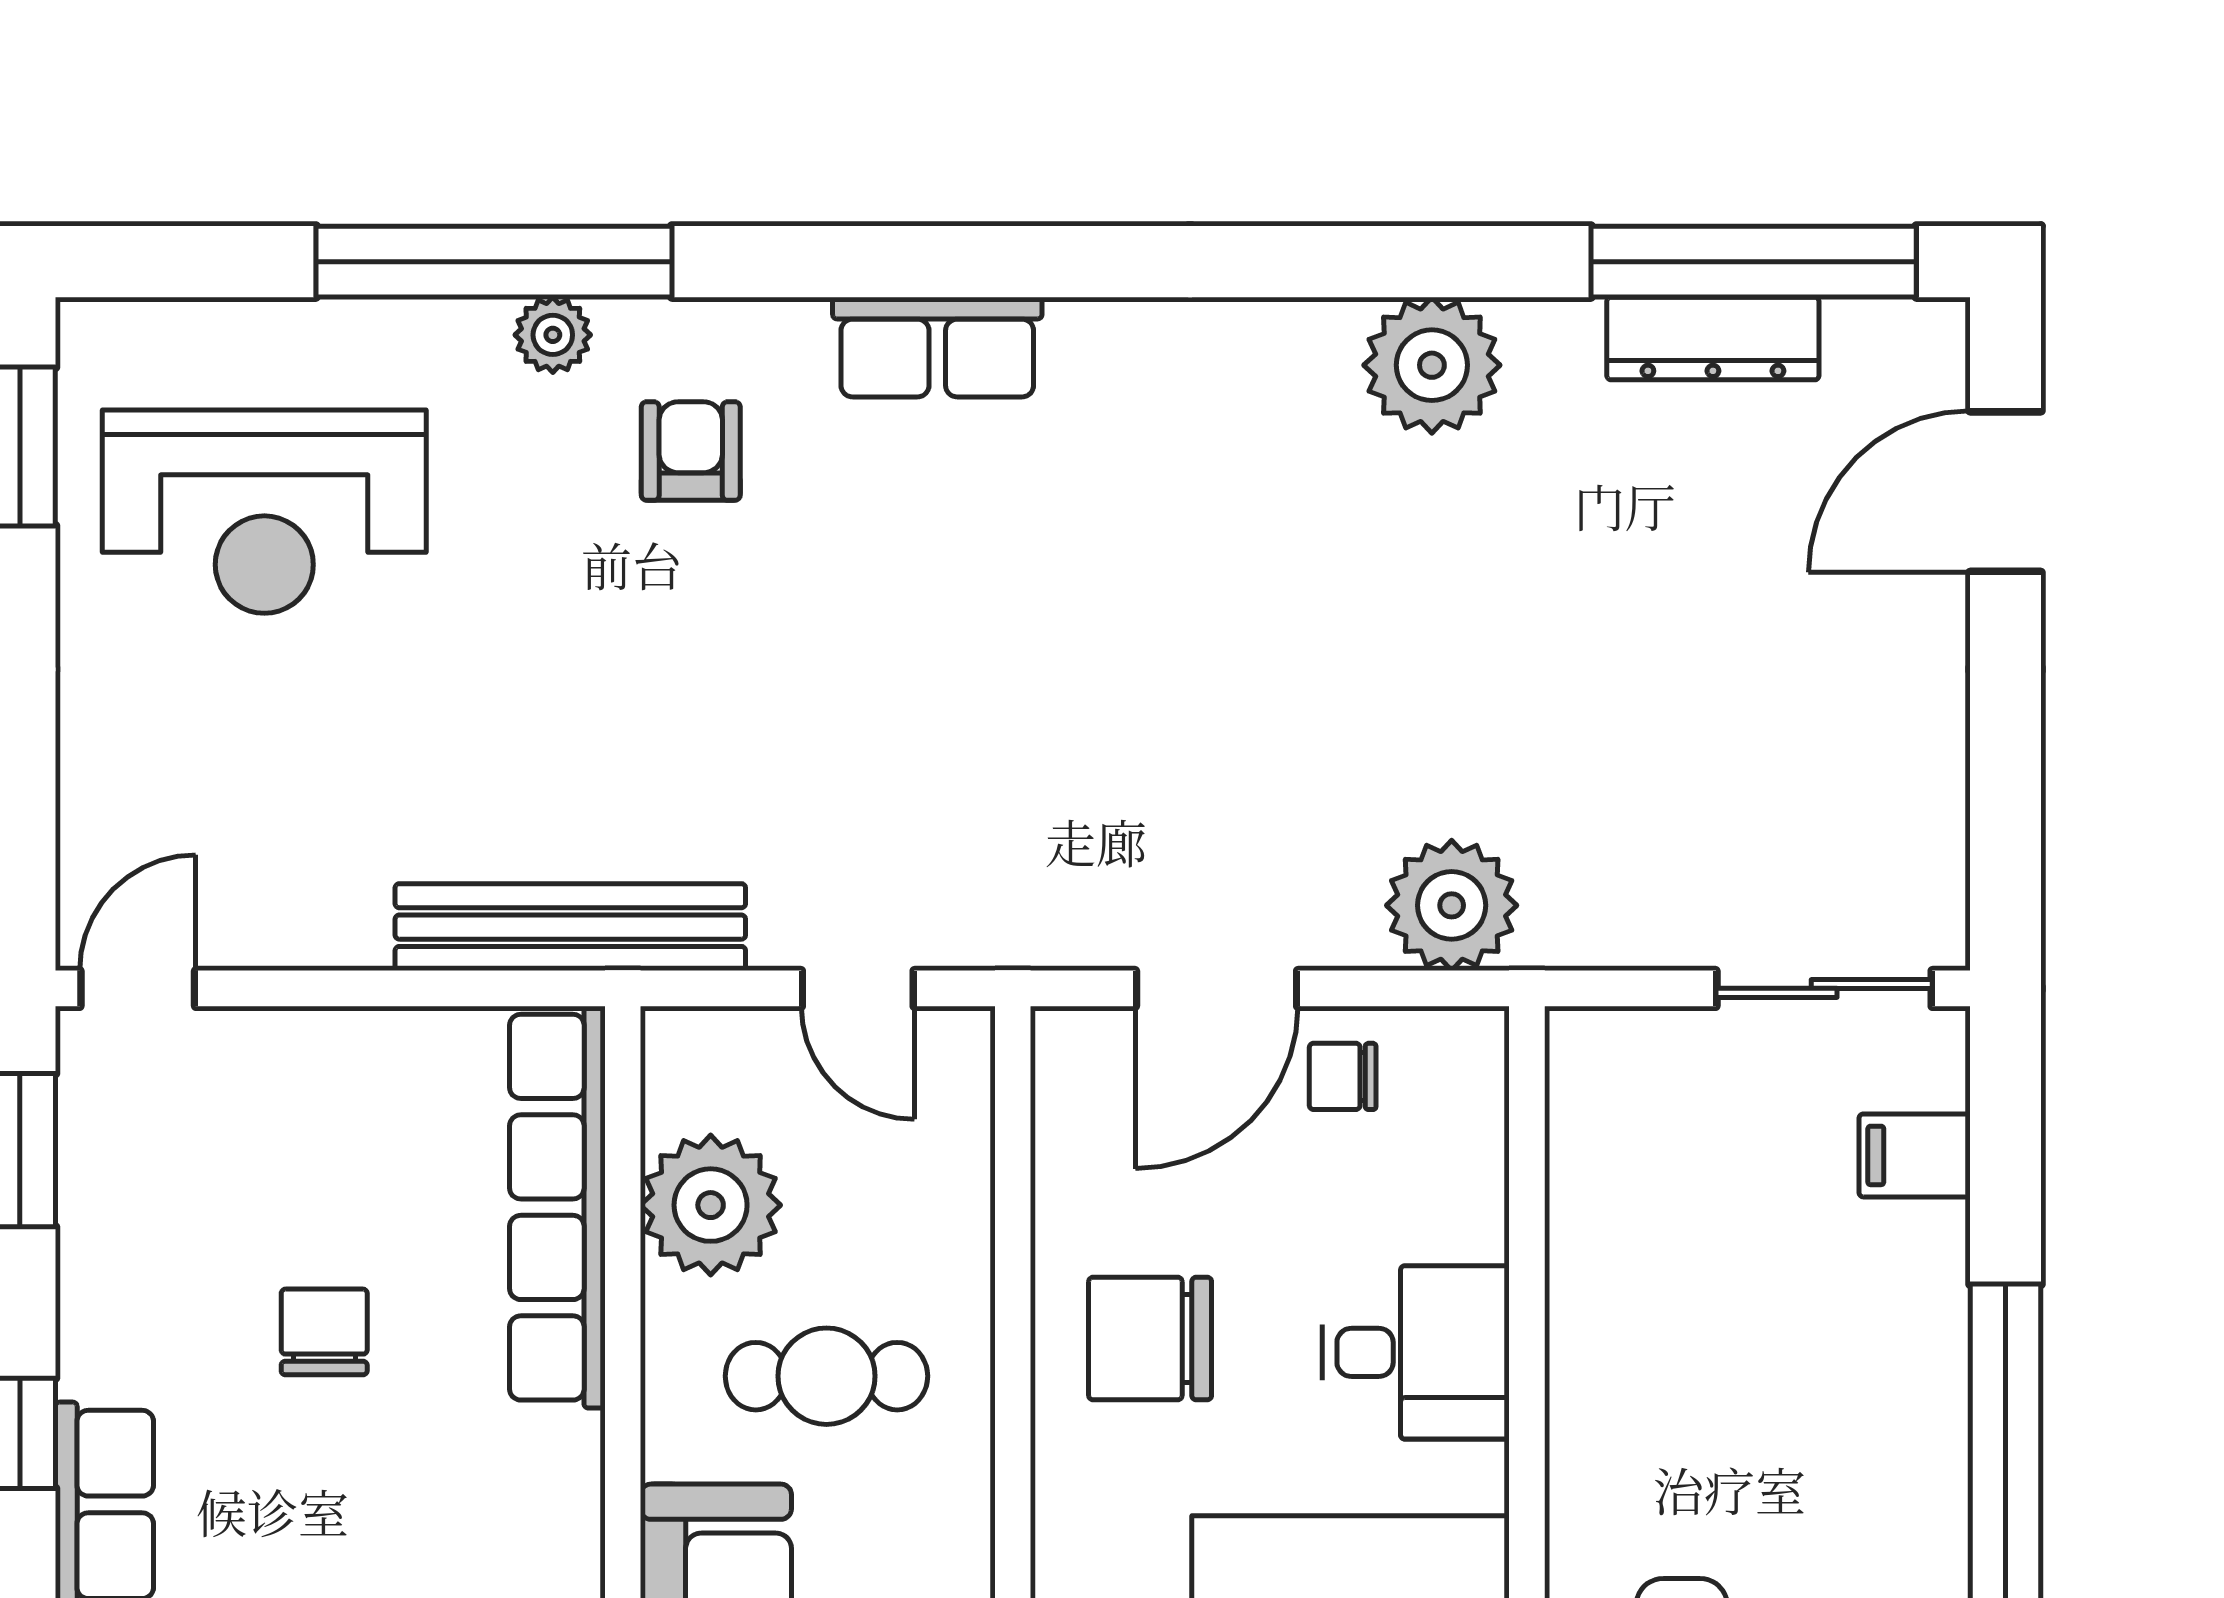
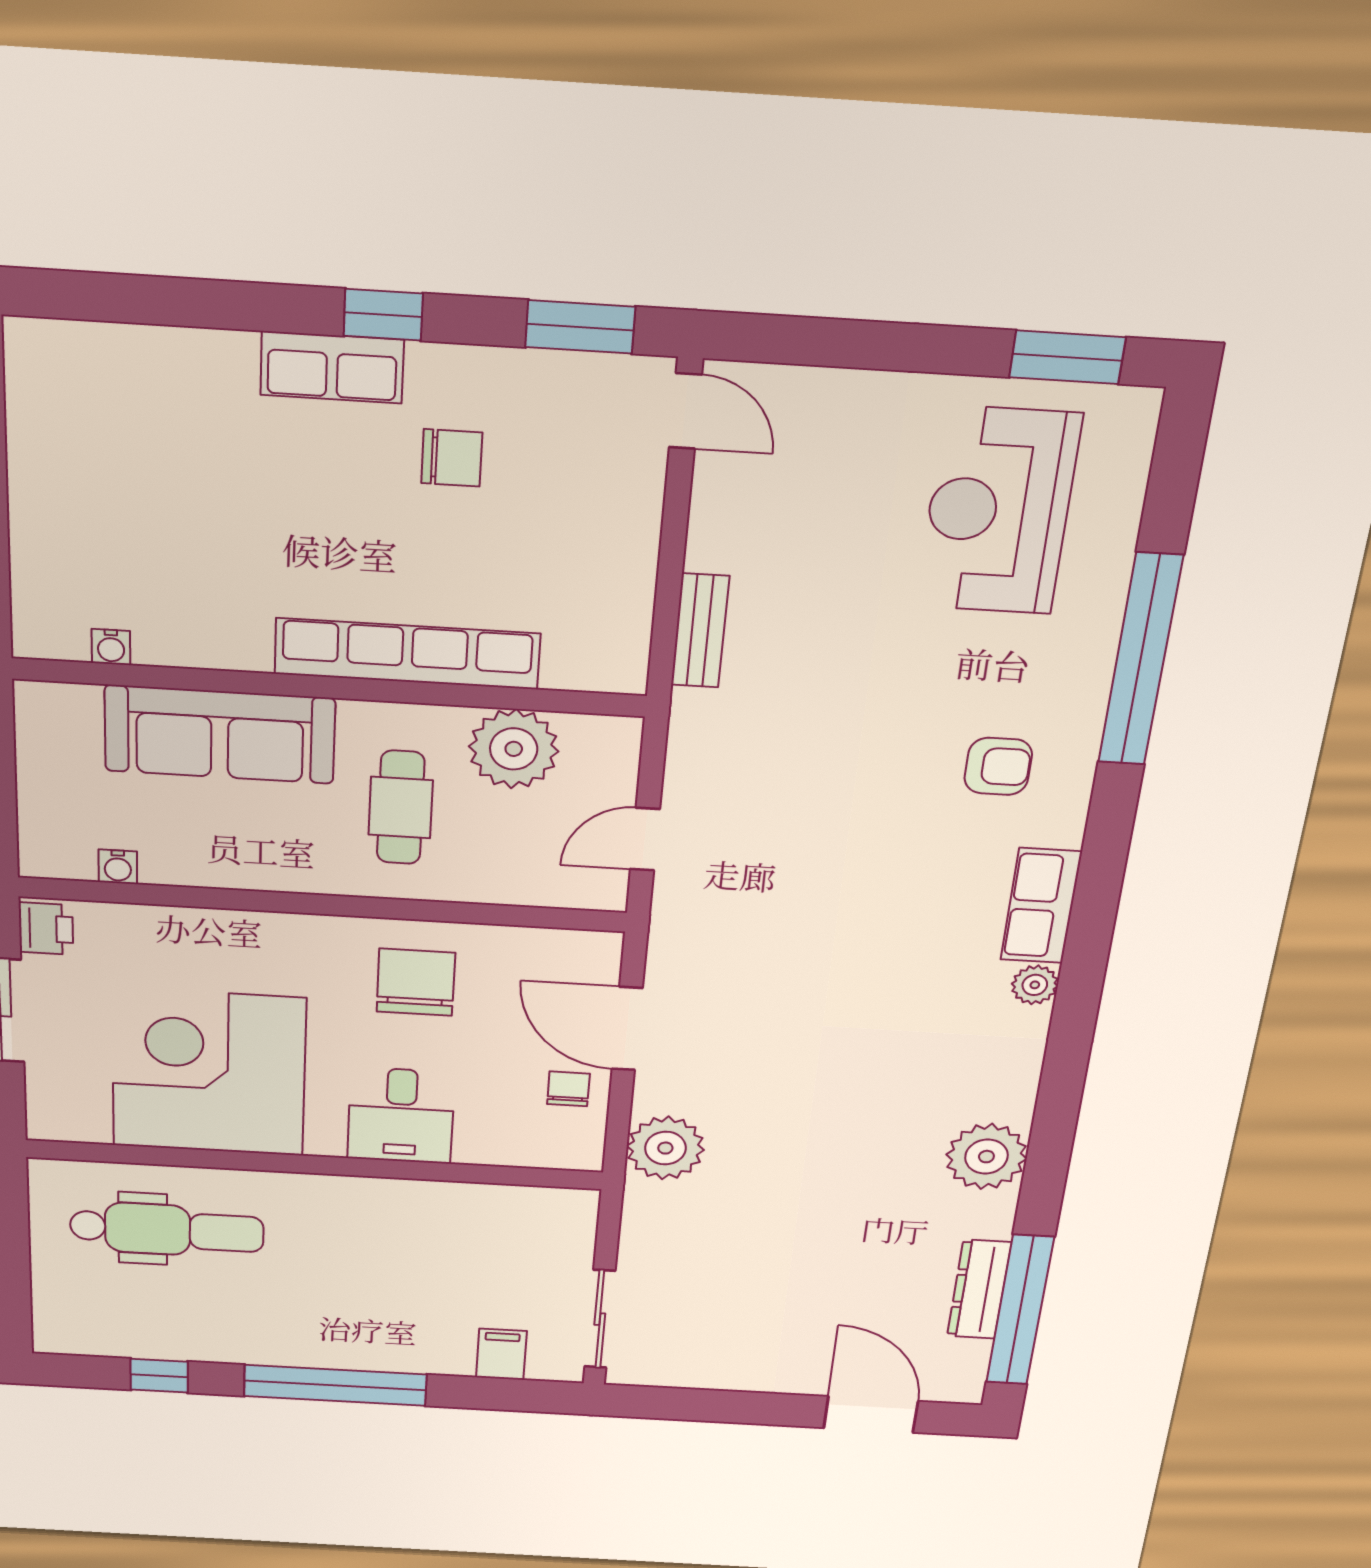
plant: (553, 335) -> (1035, 985), moved
bench: (570, 927) -> (700, 631), width x0.54, depth x0.82
row of seats: (557, 1207) -> (407, 654), moved
chair: (324, 1332) -> (452, 458), moved

